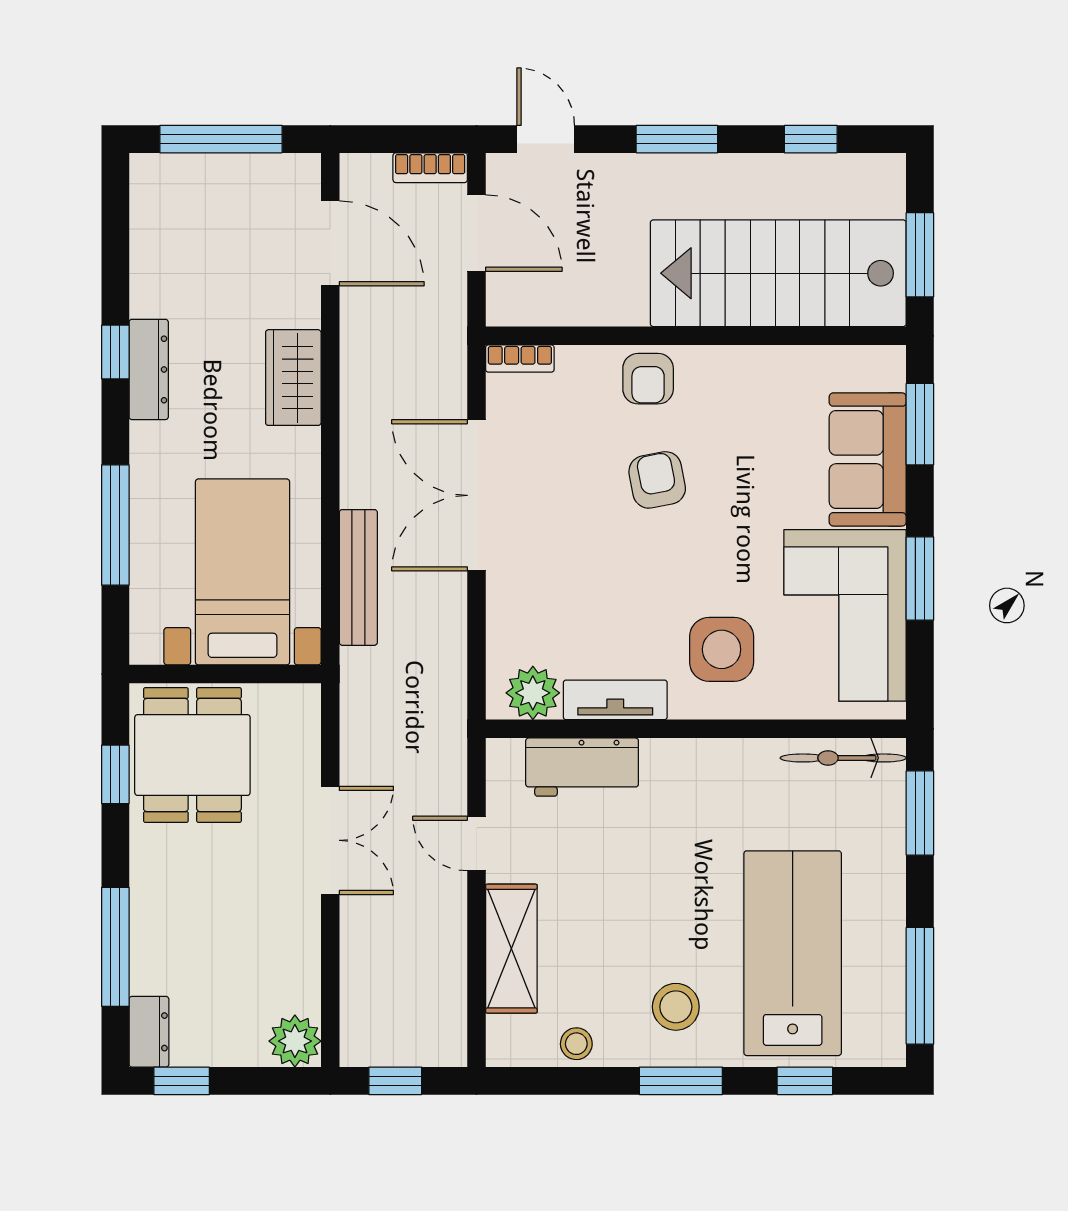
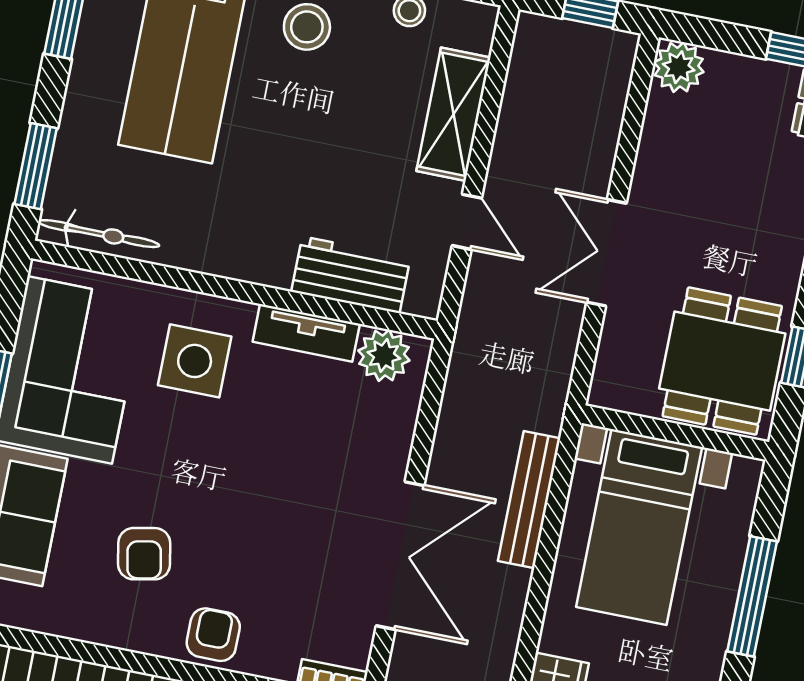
armchair: (657, 480) -> (144, 554), moved

